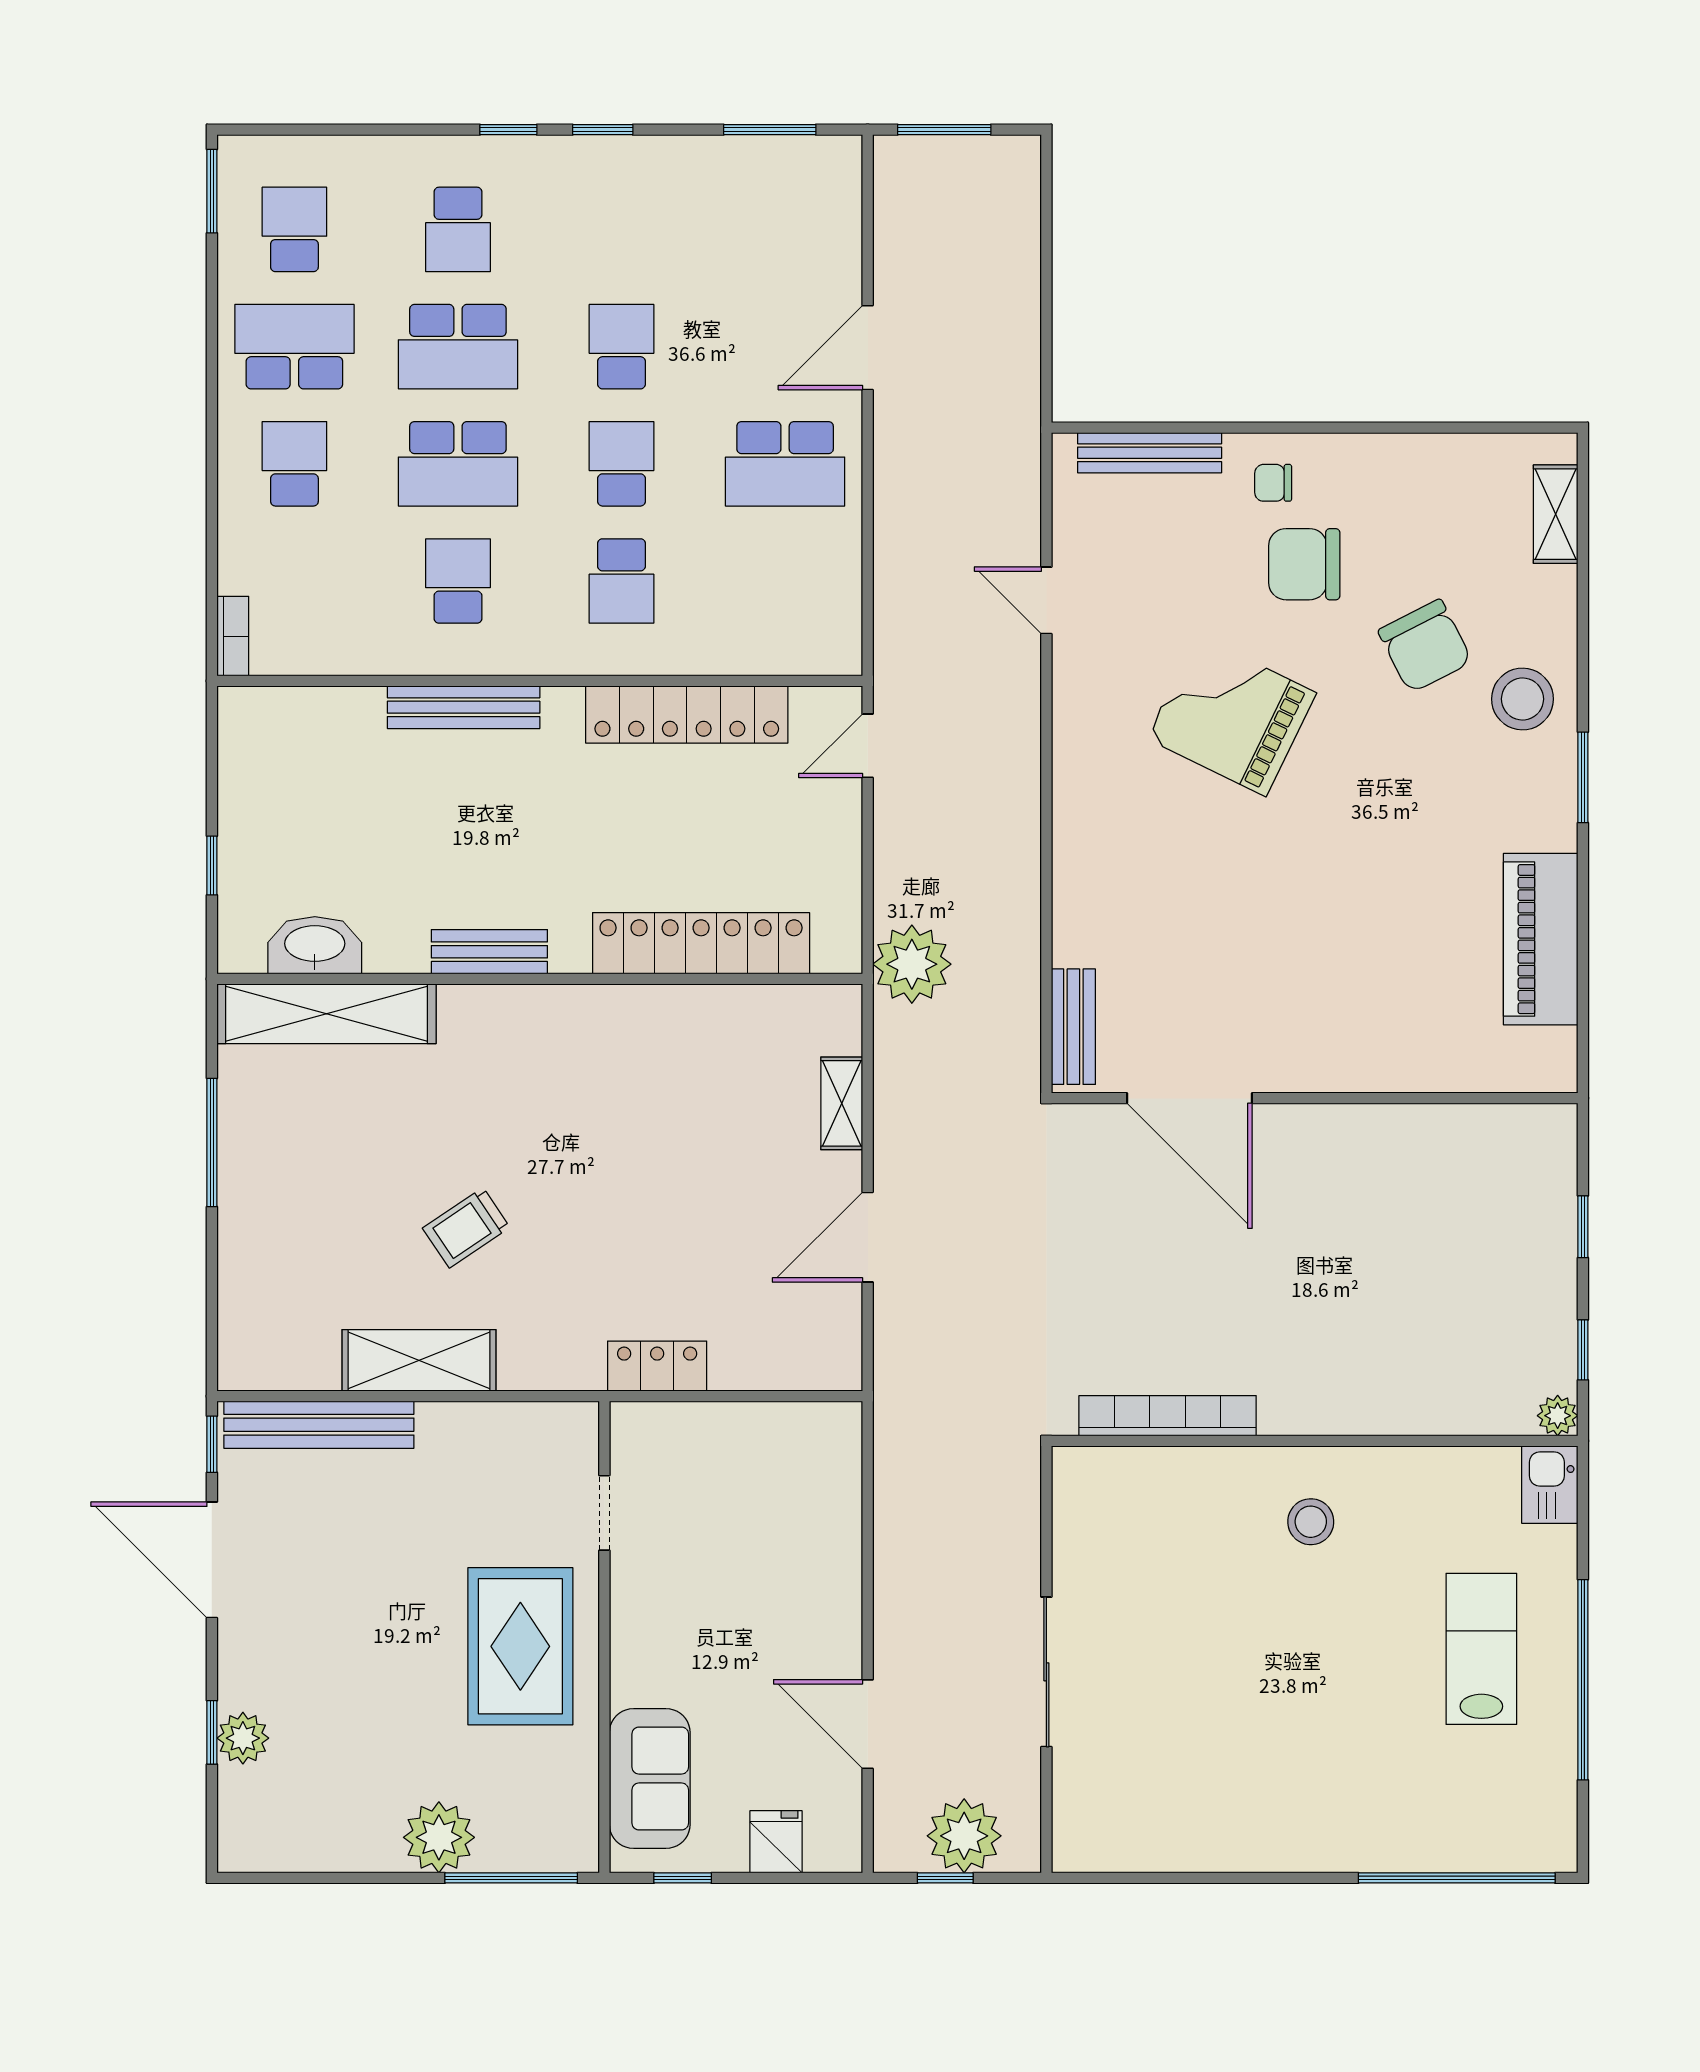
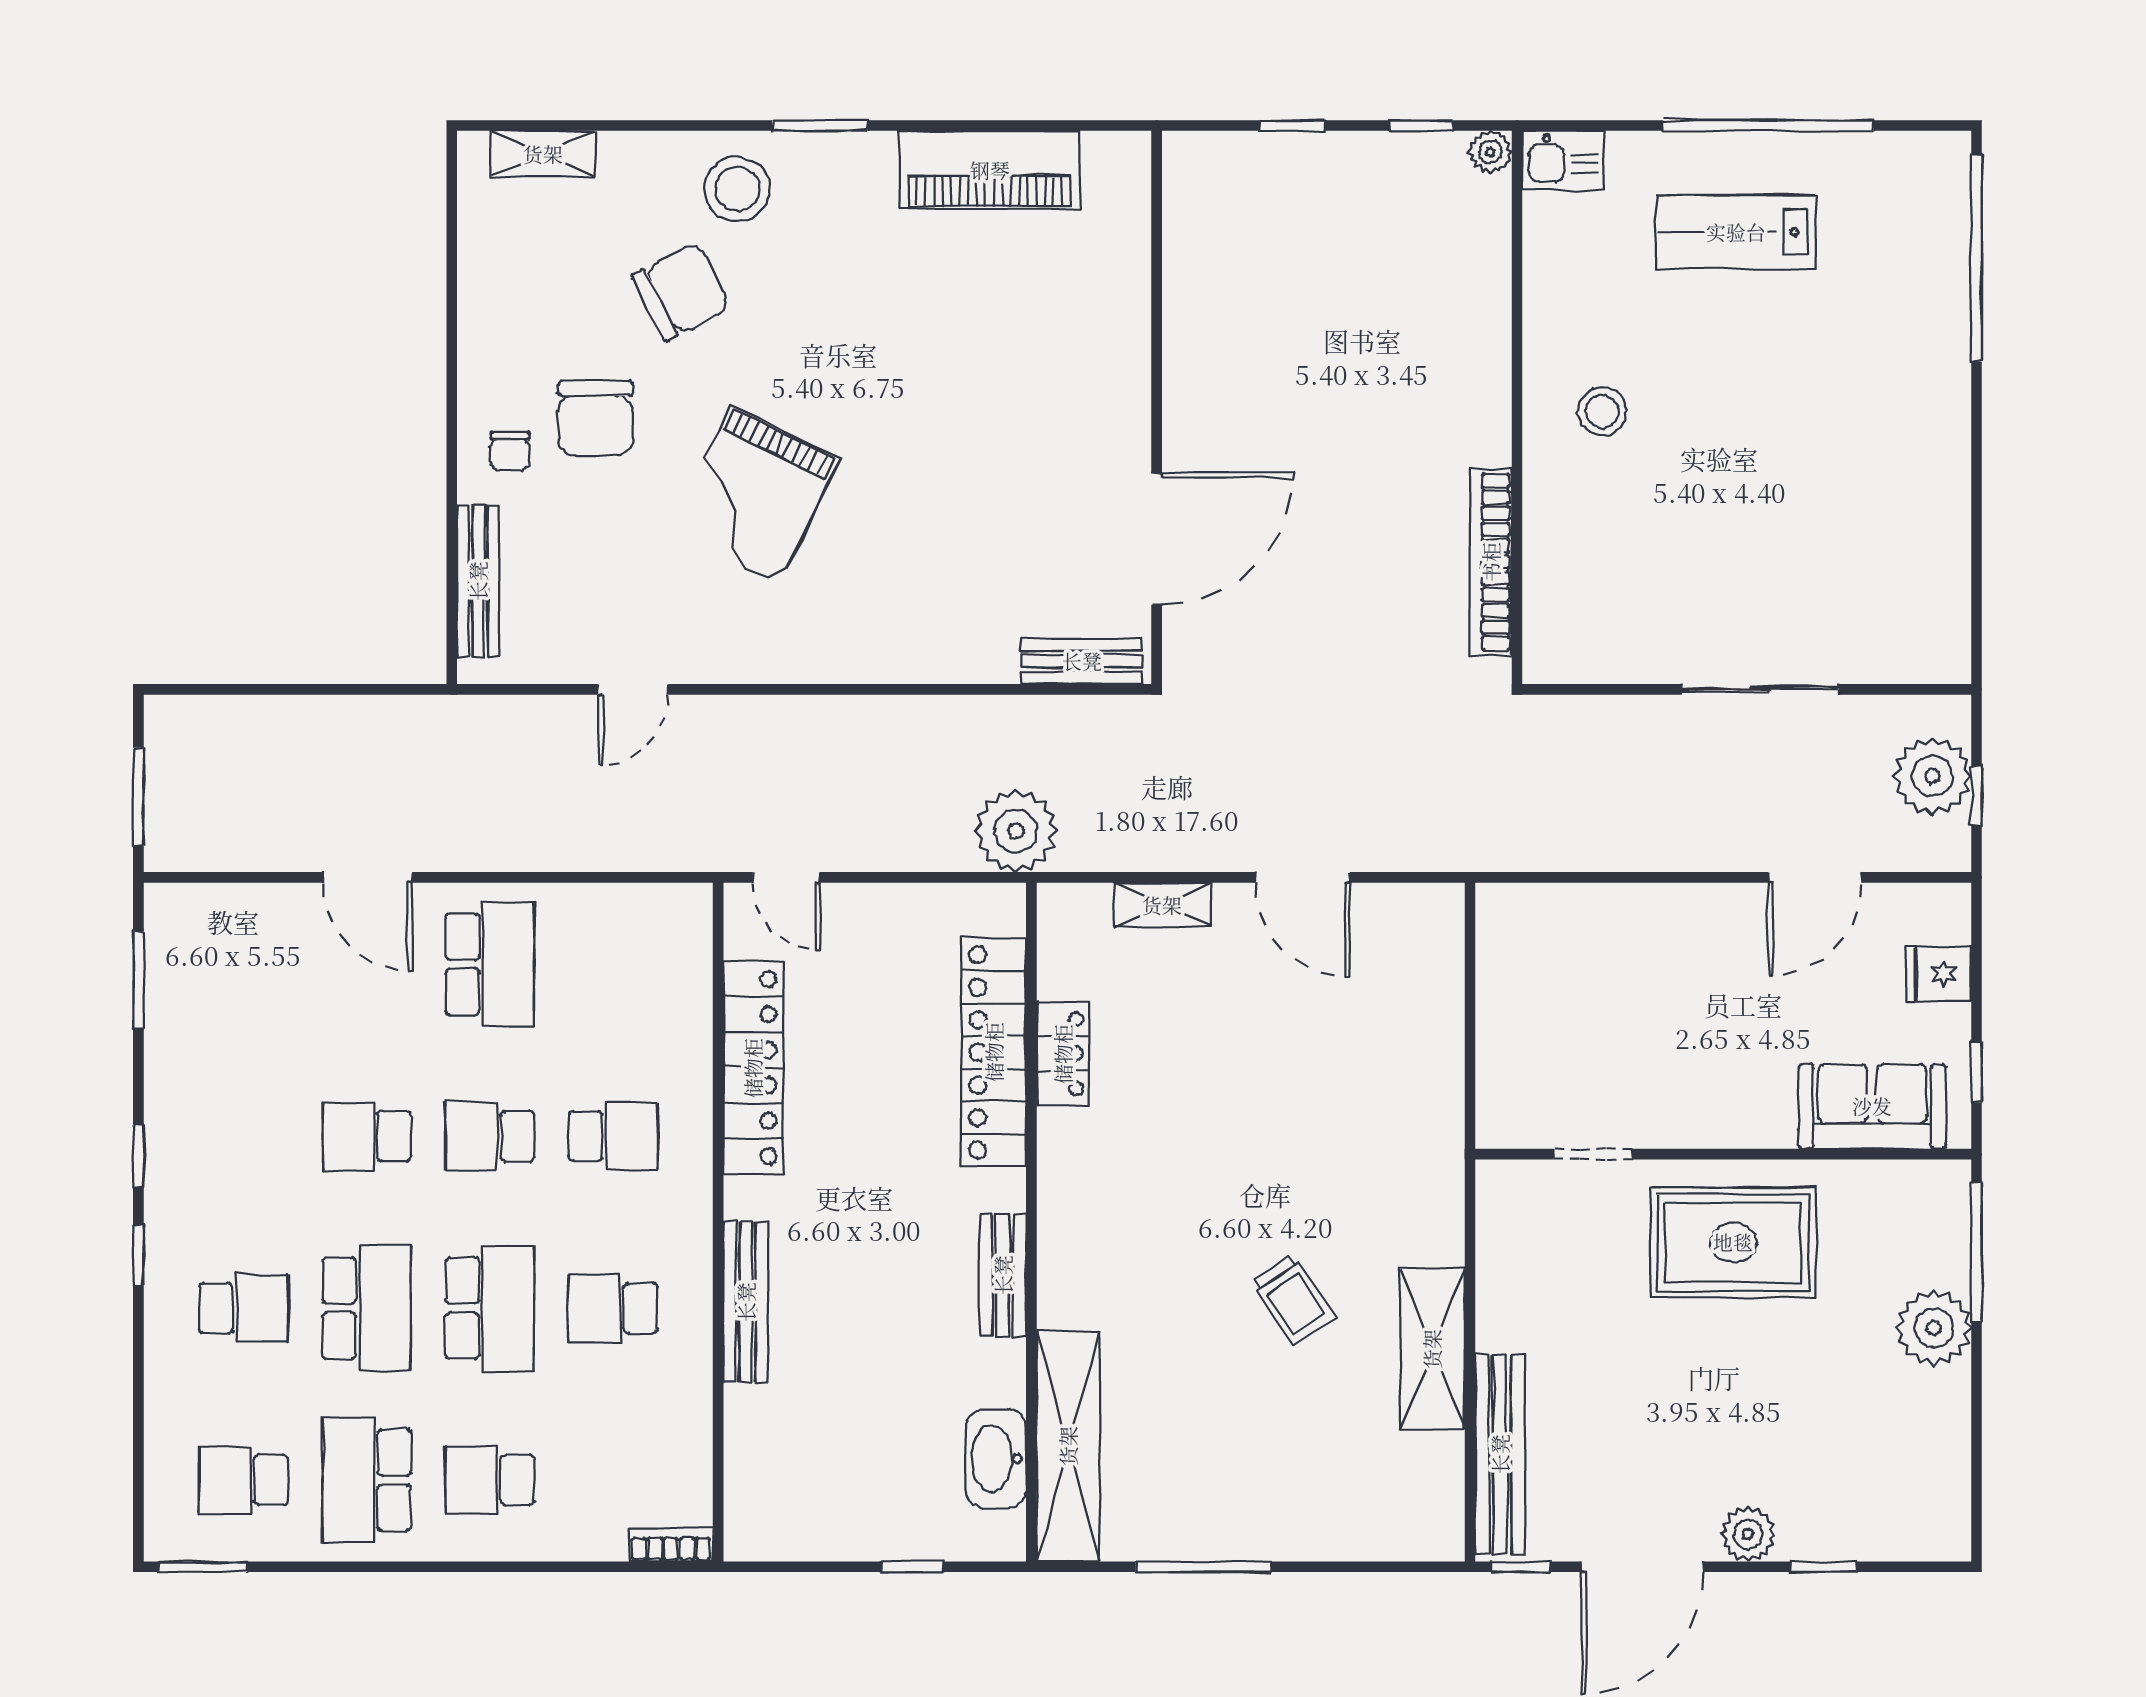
locker: (657, 1366) -> (1063, 1054), moved, turned 180
plant: (243, 1738) -> (1748, 1534), moved

